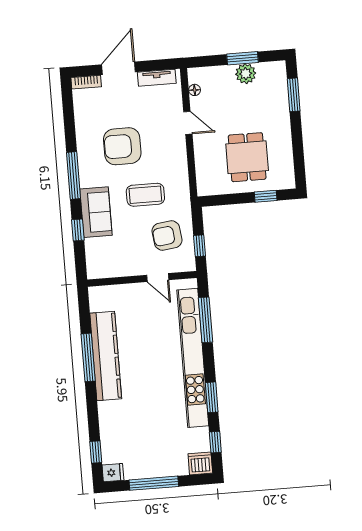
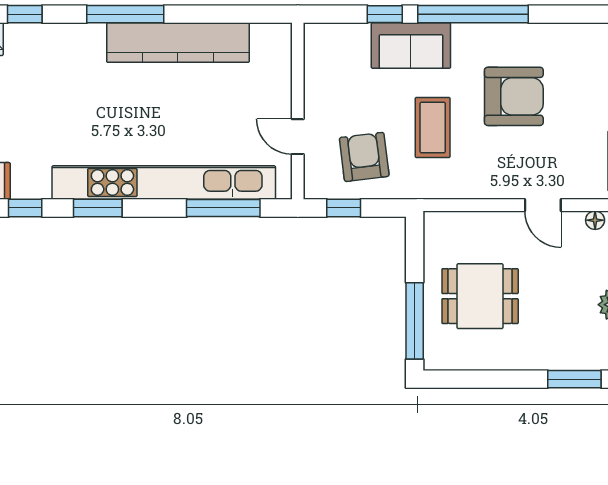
door: (188, 123) -> (543, 205), hinge flipped
armchair: (122, 146) -> (514, 96), turned 90
window: (73, 175) -> (473, 14), width x1.46
window: (266, 196) -> (415, 321), width x2.17
door: (158, 278) -> (298, 137), hinge flipped
window: (88, 357) -> (125, 14), moved

